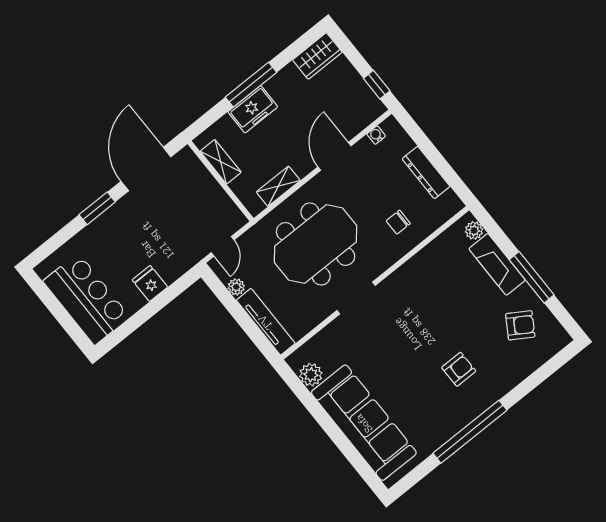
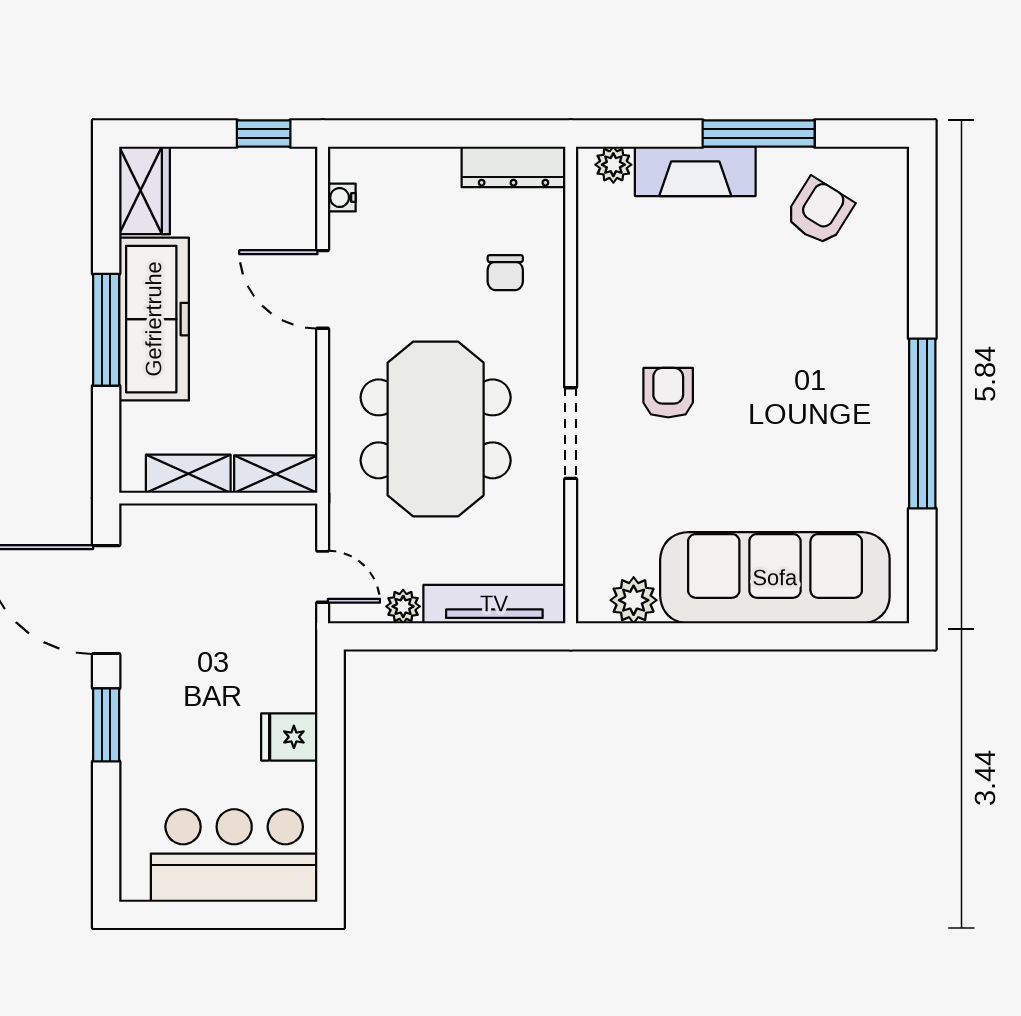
freezer: (253, 109) -> (154, 319), width x1.91, depth x1.26
dresser: (426, 173) -> (514, 167), moved
shelving: (278, 186) -> (276, 474), moved, turned 90
armchair: (459, 369) -> (668, 393), moved

